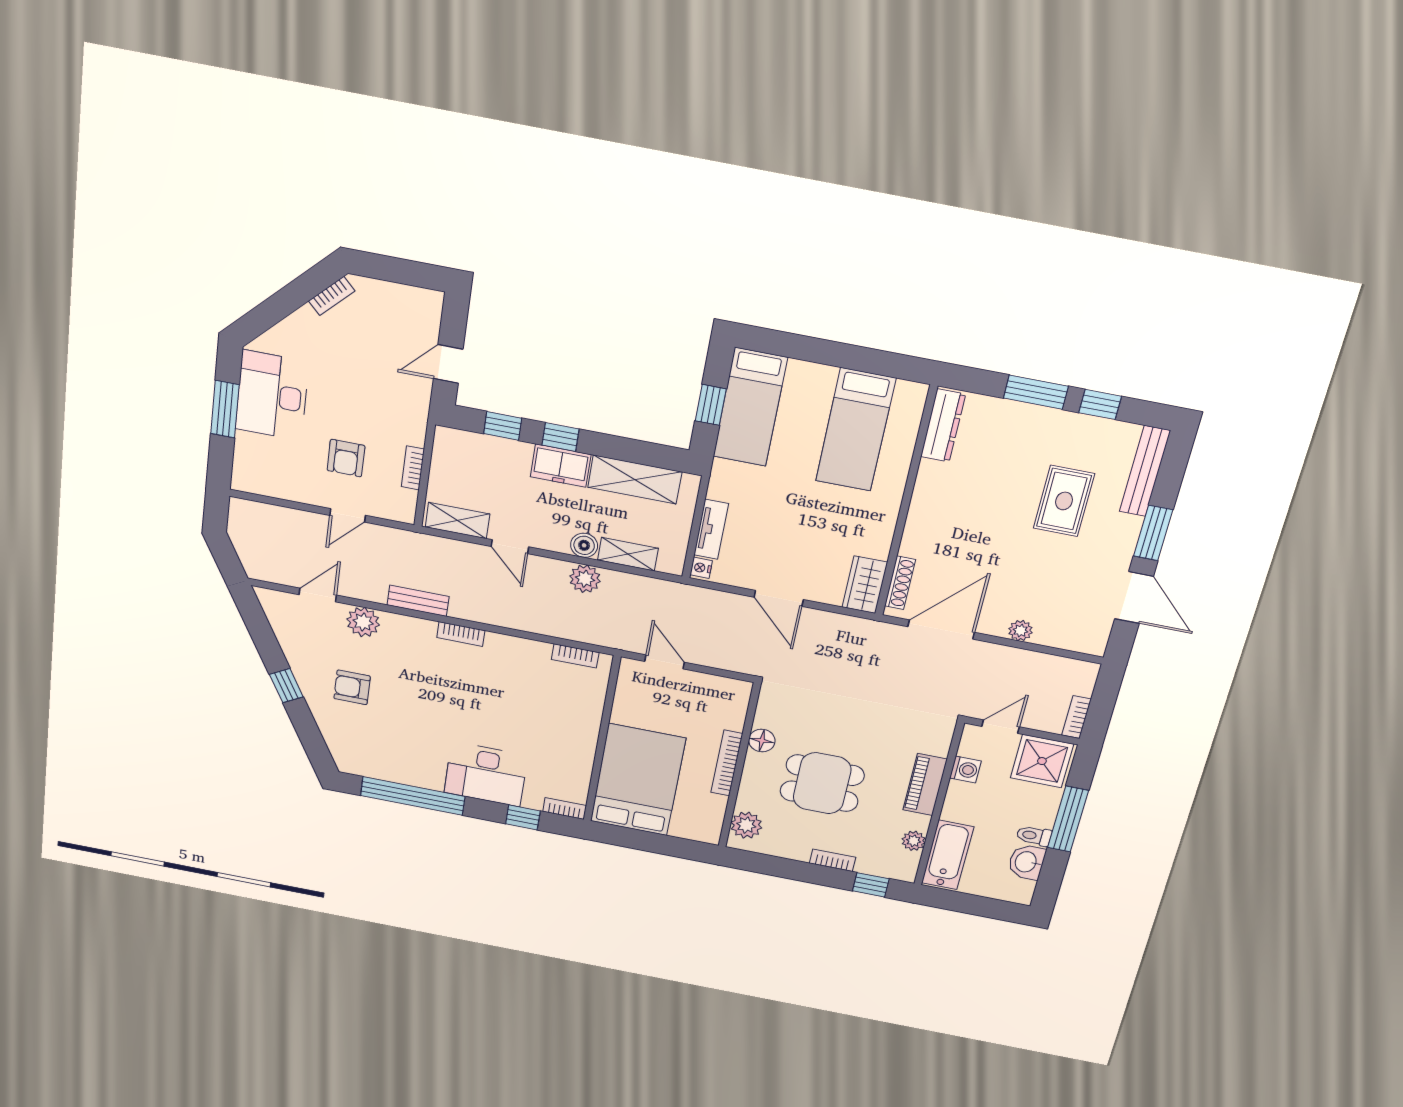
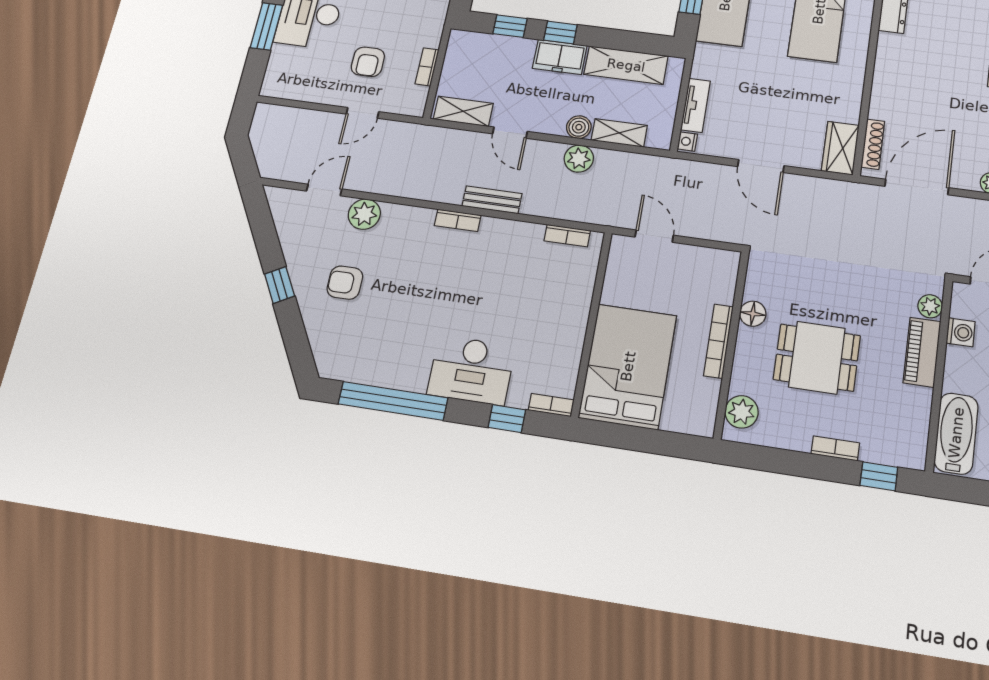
bench: (418, 601) -> (492, 200), moved
plant: (914, 841) -> (930, 306), moved

